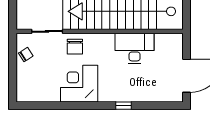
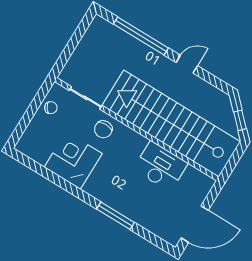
corner desk: (79, 84) -> (73, 160), moved
window: (123, 106) -> (115, 216), width x2.17

